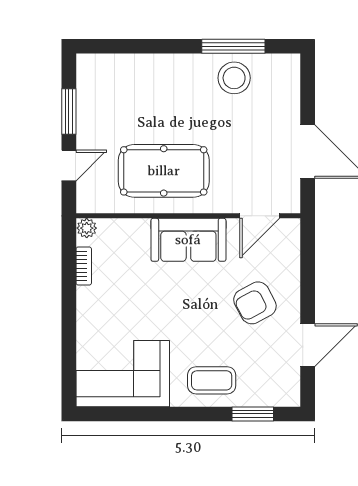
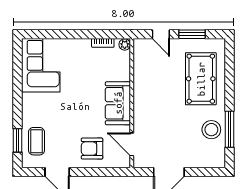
pool table: (164, 171) -> (201, 79), moved
armchair: (255, 303) -> (92, 149), moved, turned -62
coffee table: (212, 380) -> (36, 141), moved

